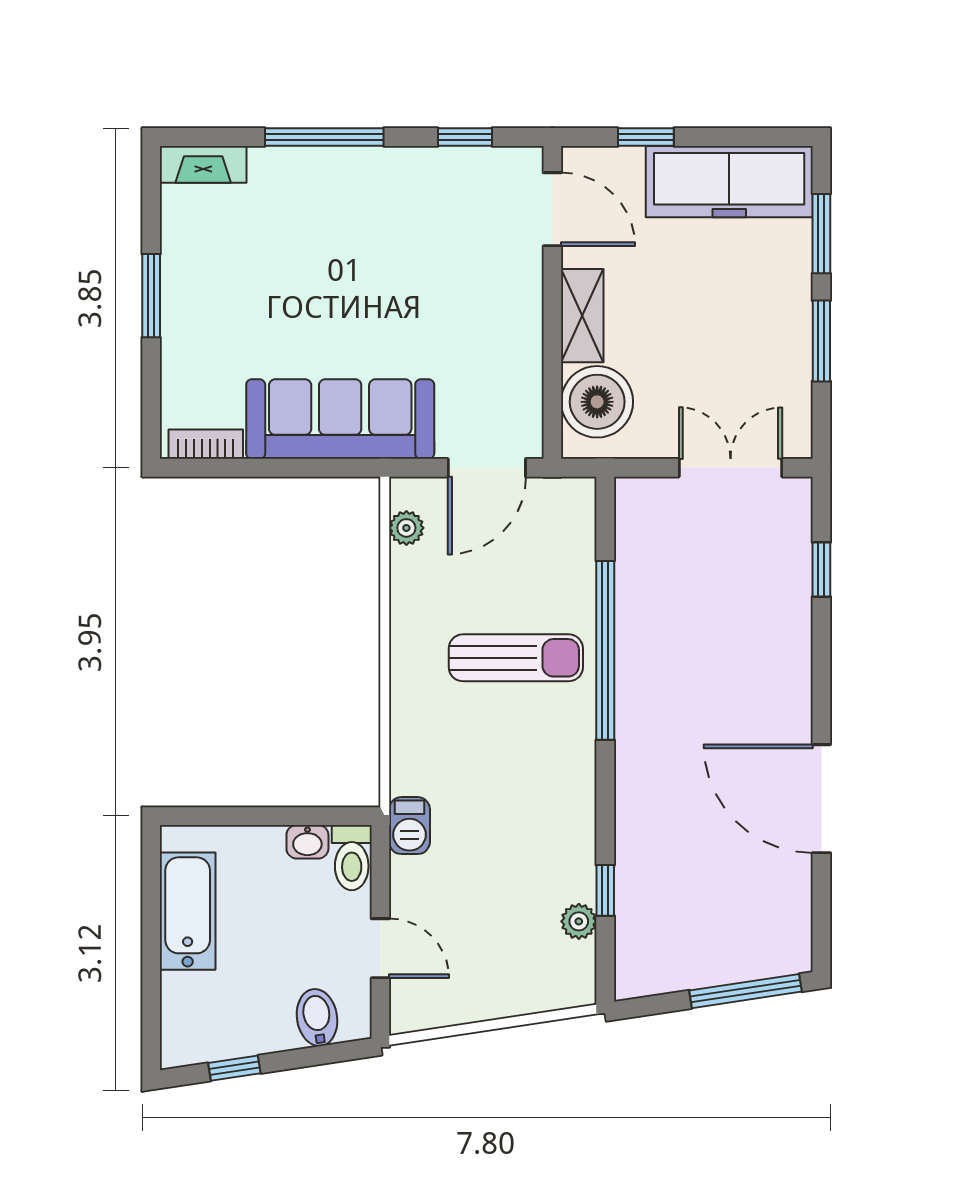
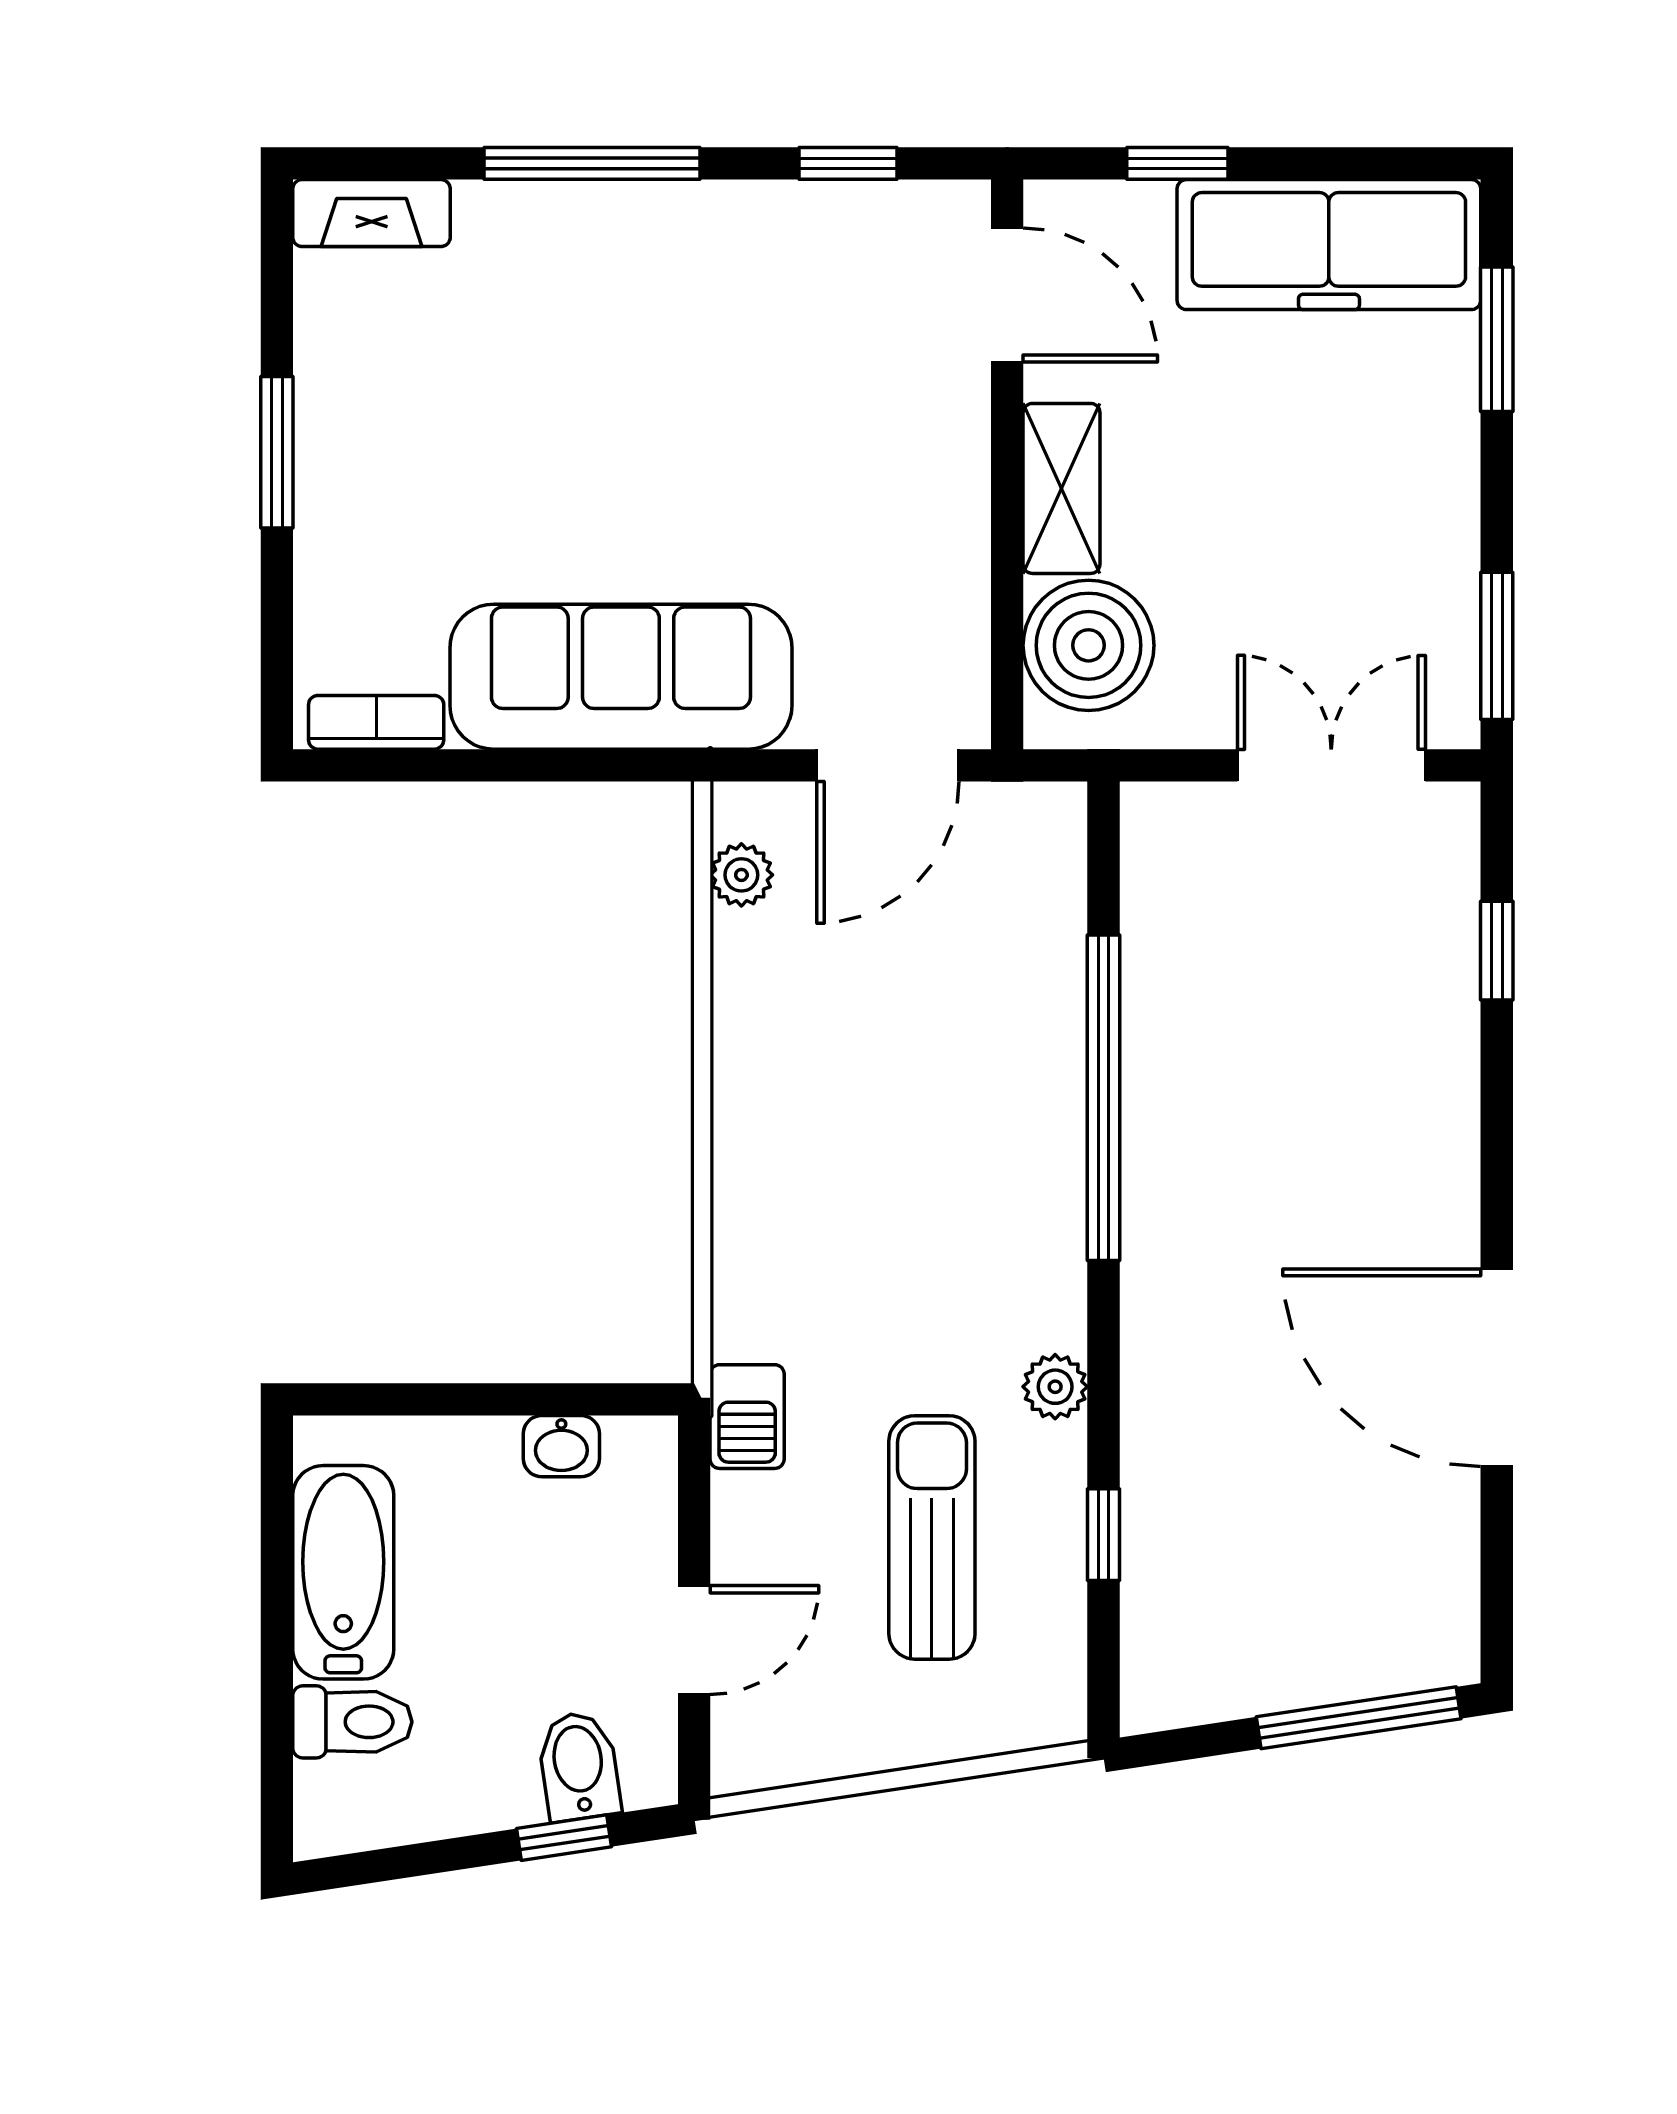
window: (821, 341) -> (1497, 646), moved
sun lounger: (516, 658) -> (932, 1537), moved, turned -90
toilet: (352, 858) -> (352, 1722), moved, turned -90
plant: (579, 921) -> (1055, 1387), moved
door: (380, 948) -> (694, 1640), hinge flipped
window: (234, 1068) -> (564, 1838), moved

